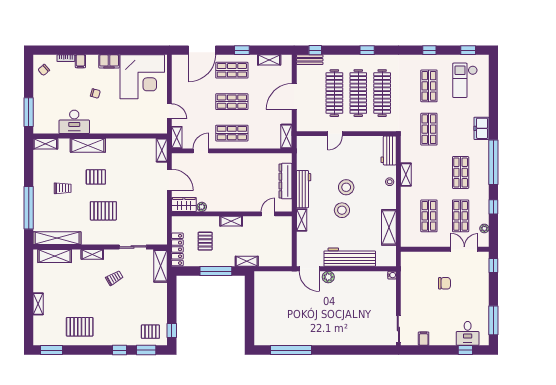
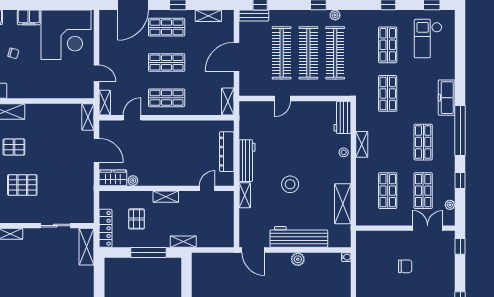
plant: (382, 59) -> (335, 15), added
freezer: (481, 128) -> (447, 98), width x1.40
stool: (346, 187) -> (295, 159), removed
plant: (328, 277) -> (298, 259), moved
trolley: (114, 278) -> (35, 260), removed

